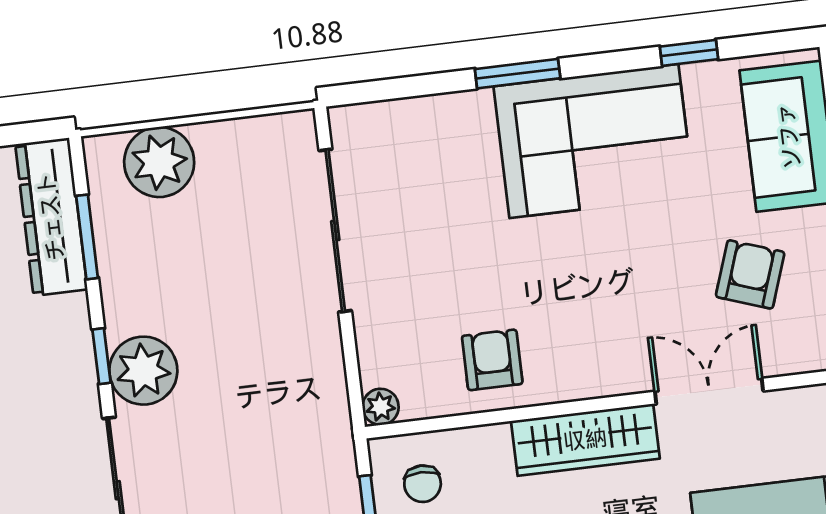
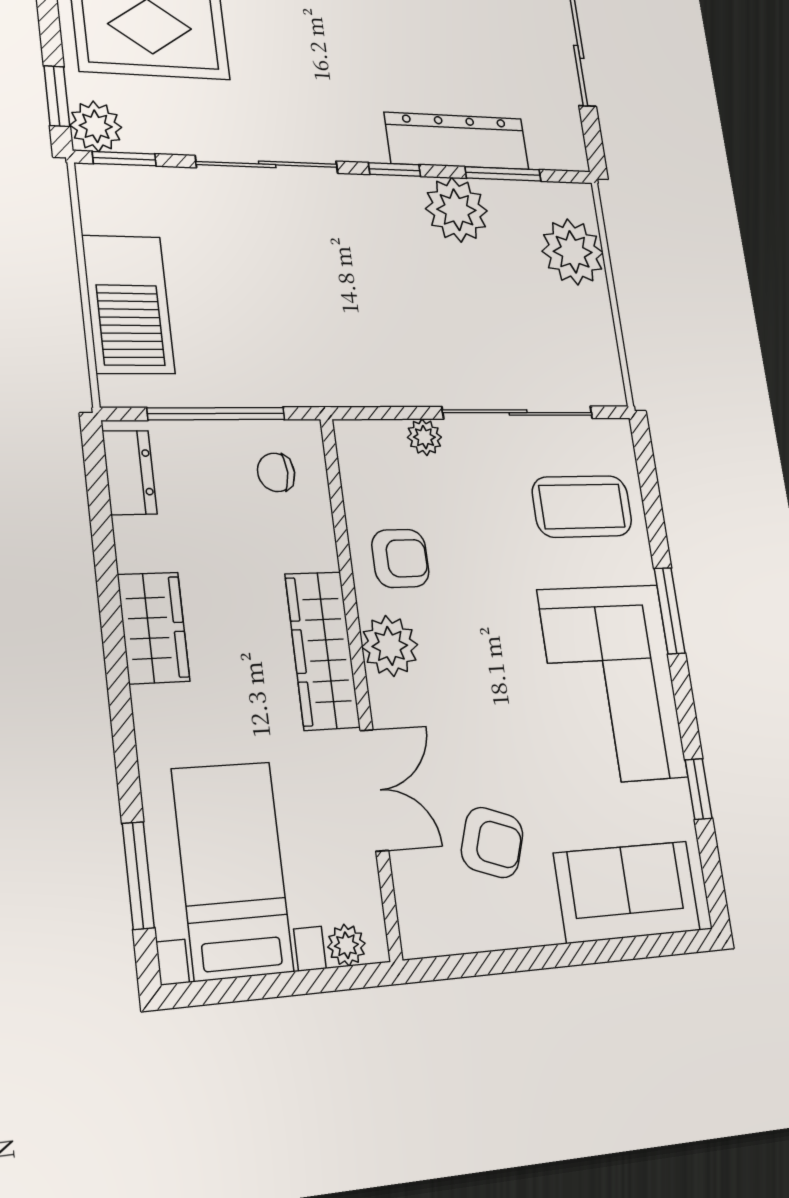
coffee table: (422, 165) -> (582, 506), added
dresser: (51, 217) -> (457, 141), moved
plant: (143, 371) -> (456, 210), moved
plant: (576, 373) -> (390, 646), added
plant: (381, 407) -> (424, 437), moved

